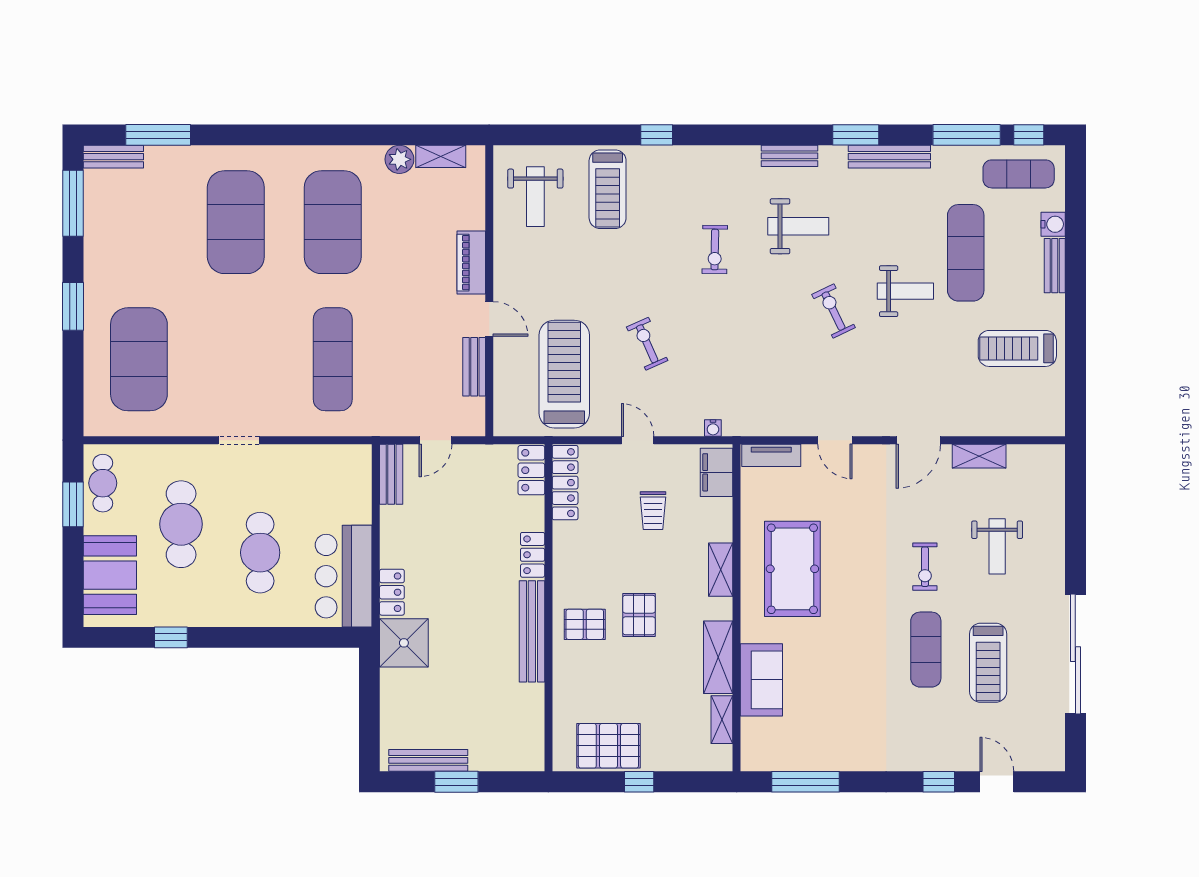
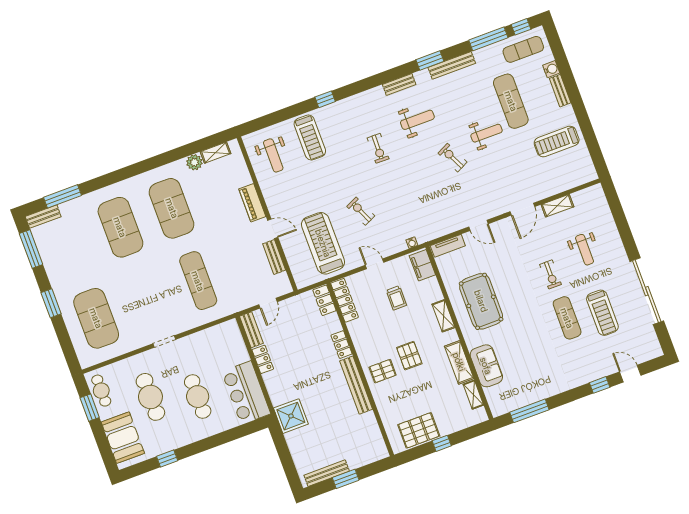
locker: (392, 592) -> (263, 359), moved

